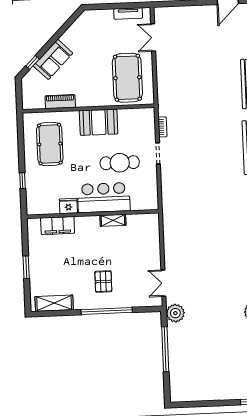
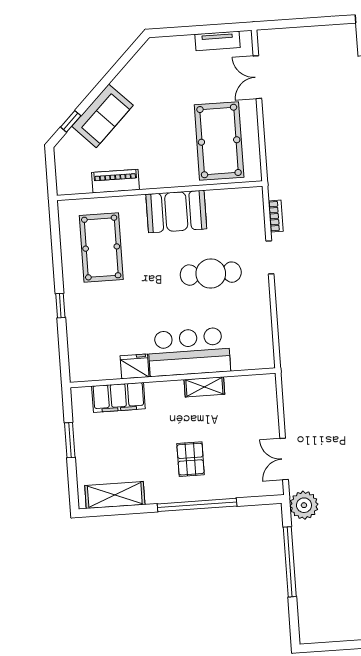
bar counter: (104, 198) -> (189, 352), moved
fridge: (68, 206) -> (135, 366), moved
wall: (93, 214) -> (173, 378), moved
shelving: (113, 220) -> (204, 387), moved
filing cabinet: (58, 226) -> (118, 397), moved

